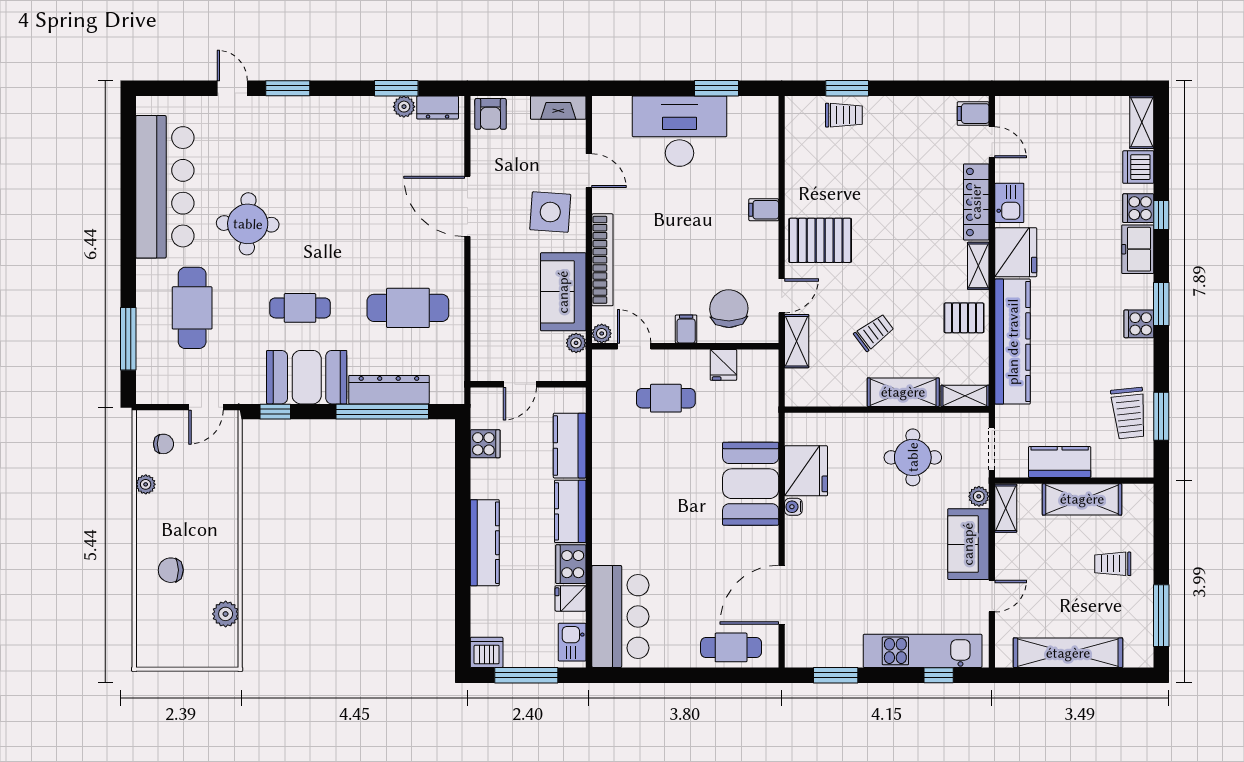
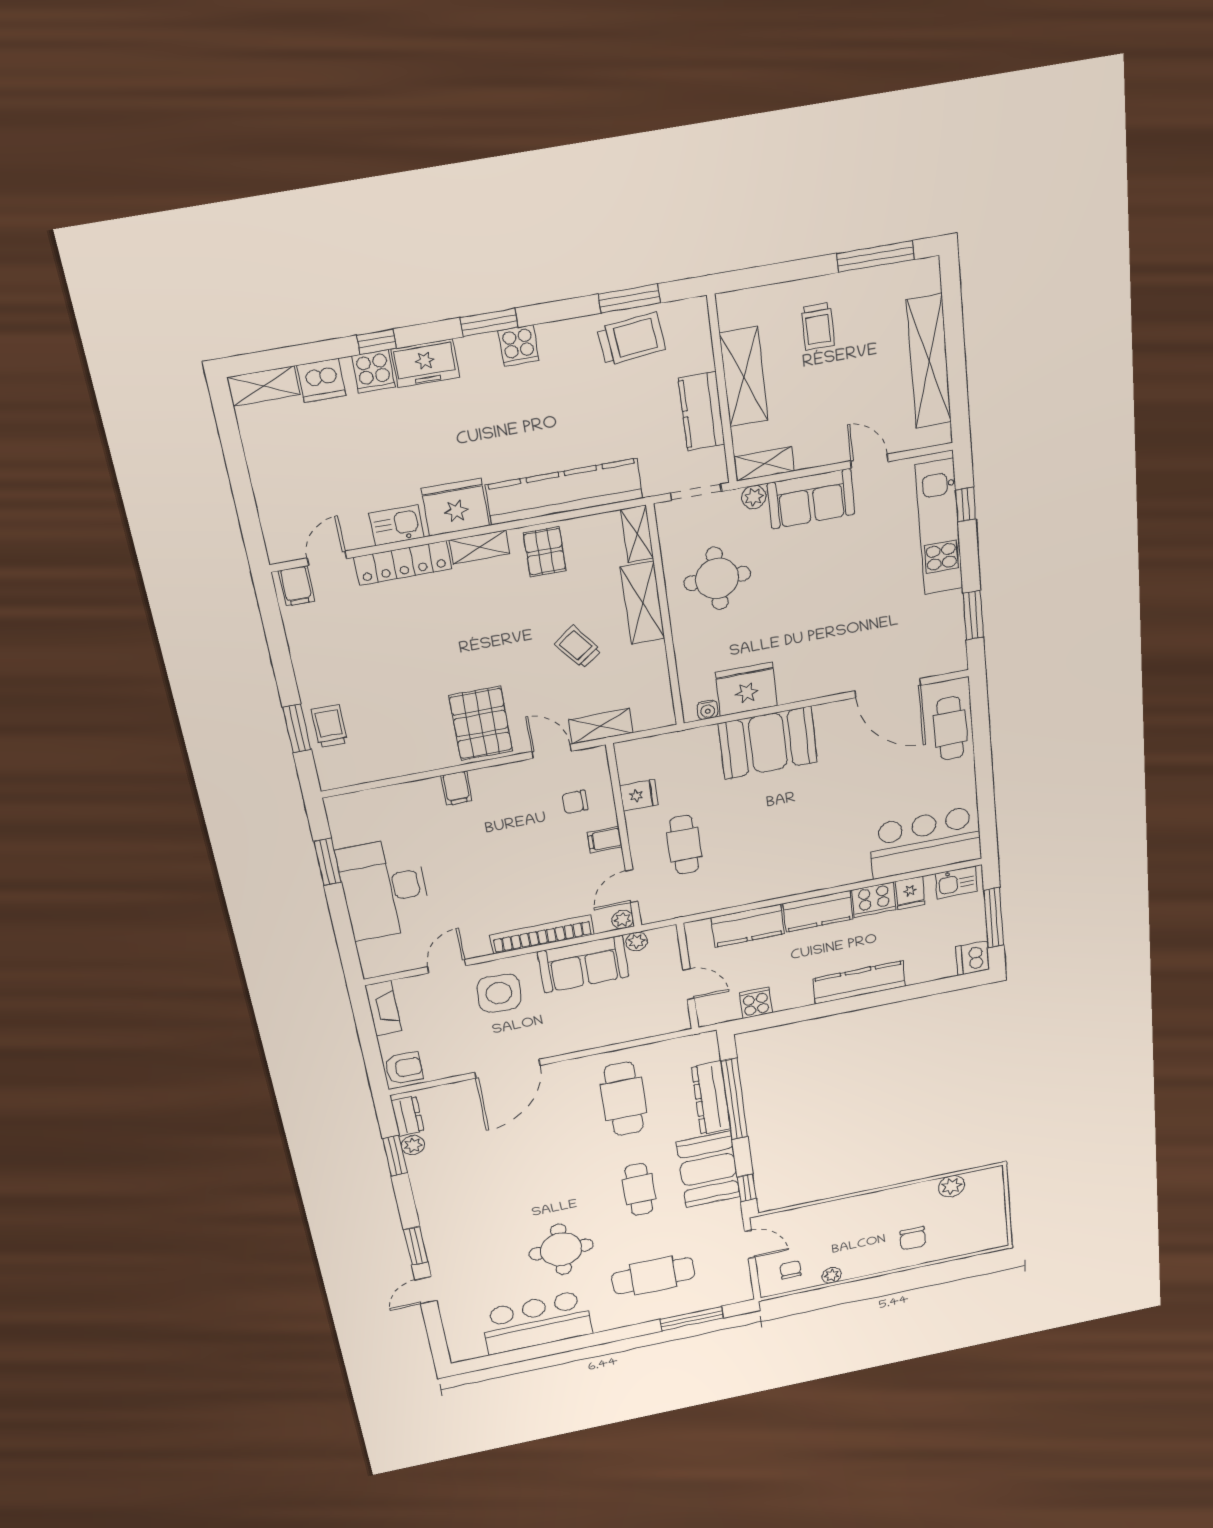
bar counter: (165, 187) -> (537, 1322), width x0.73
chair: (729, 309) -> (575, 802), width x0.54, depth x0.54
water cooler: (793, 507) -> (708, 710), moved

